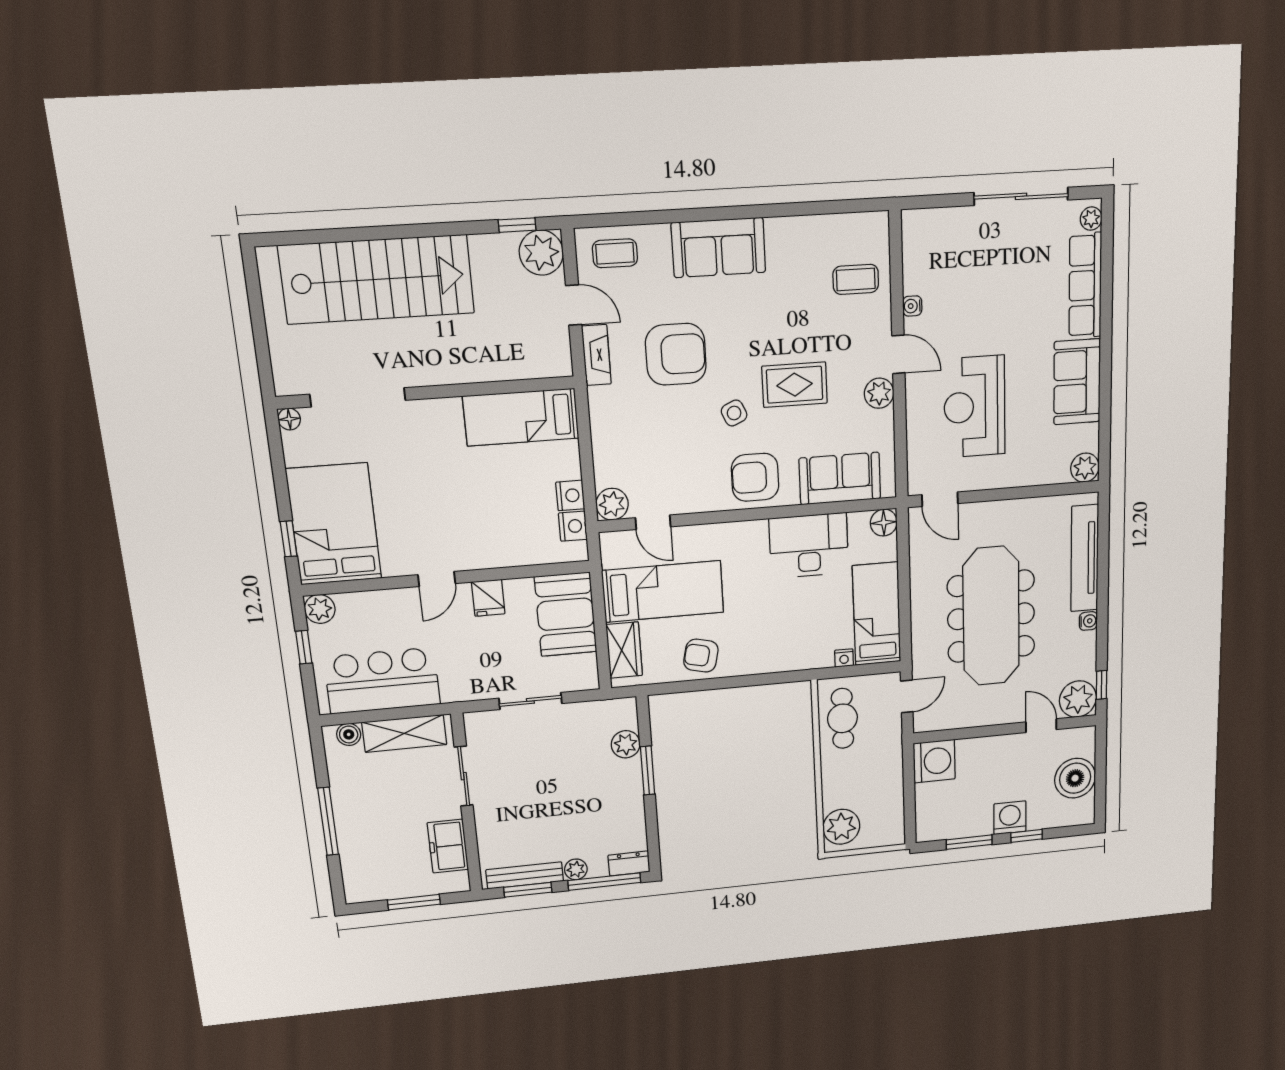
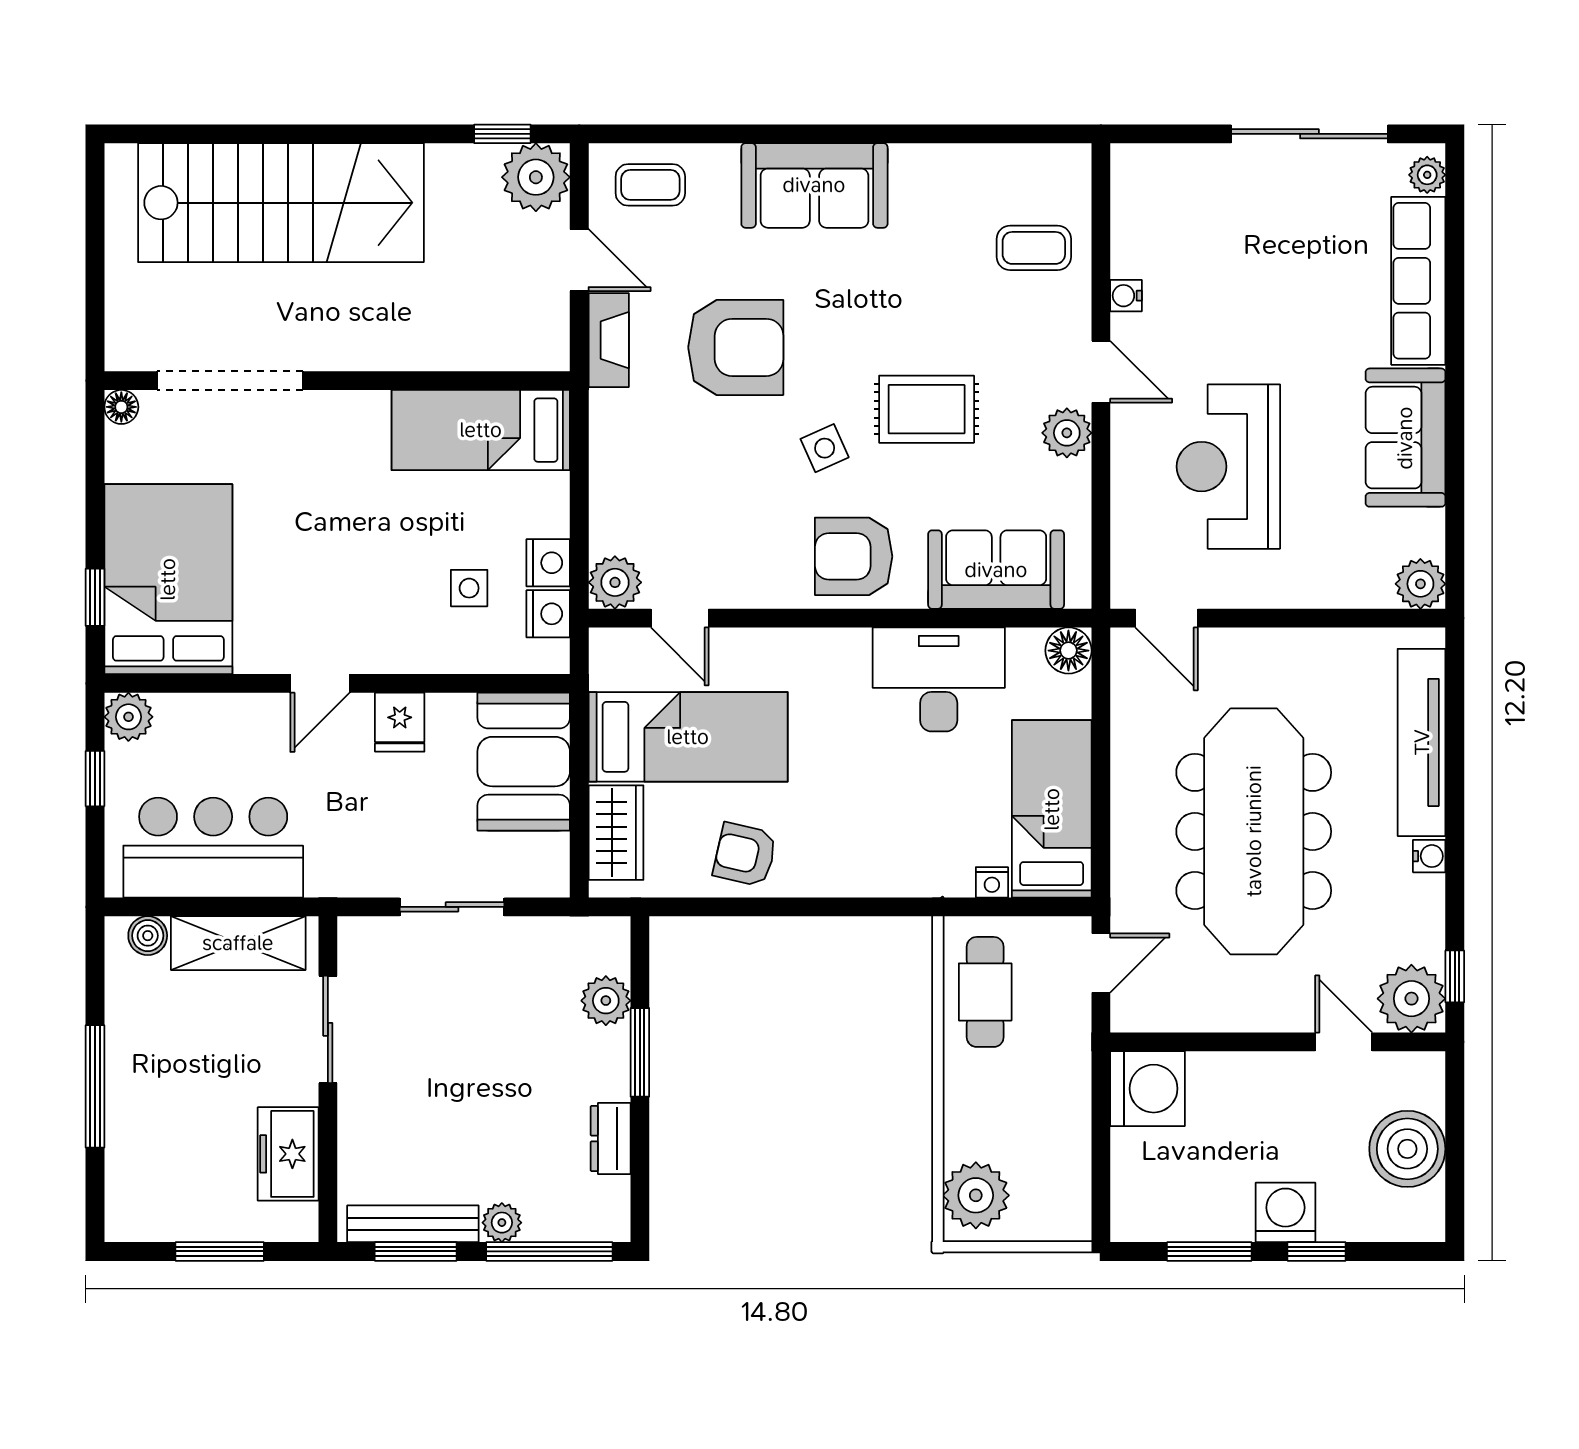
side table: (523, 515) -> (469, 588), added
dresser: (629, 863) -> (611, 1139), moved, turned -90

